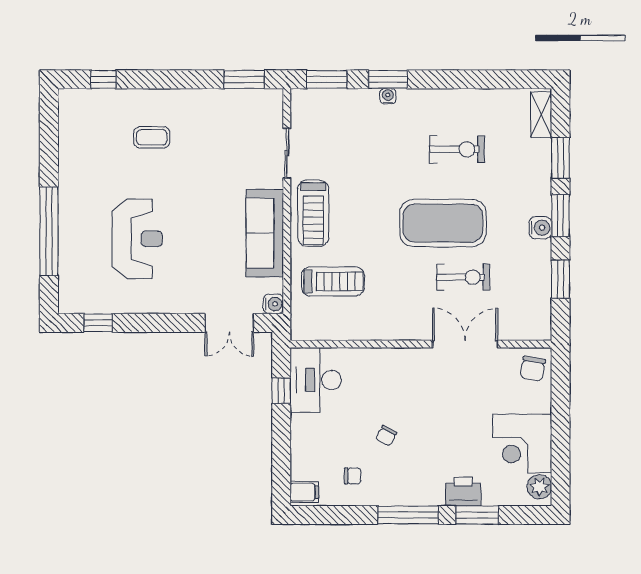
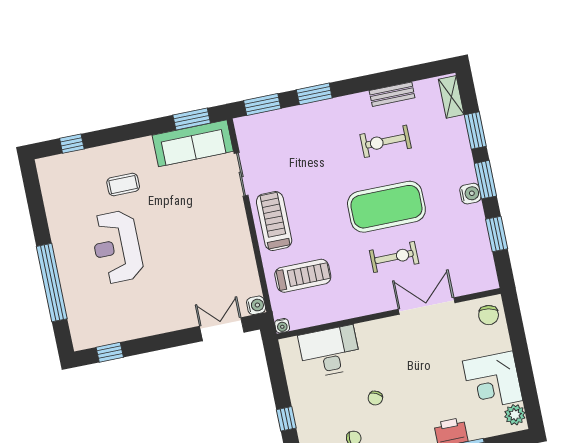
water cooler: (388, 96) -> (282, 326), moved, turned 180
bench: (475, 98) -> (392, 94), added
exercise bike: (457, 149) -> (386, 141), turned 180
treadmill: (313, 213) -> (274, 221), turned 180
sofa: (265, 233) -> (193, 143), moved, turned -90
reception desk: (137, 239) -> (117, 247), moved, turned 180
exercise bike: (463, 277) -> (394, 257), moved
double door: (229, 323) -> (222, 329), swing flipped
desk: (316, 380) -> (330, 352), moved, turned 90
window: (281, 391) -> (286, 419), moved

